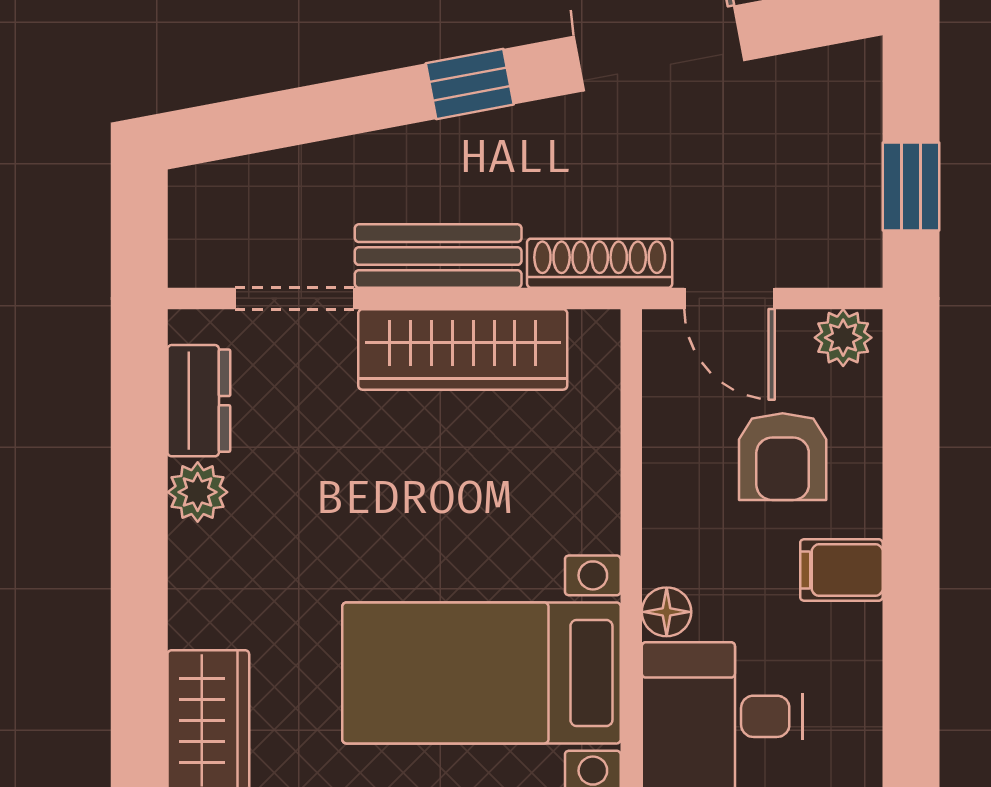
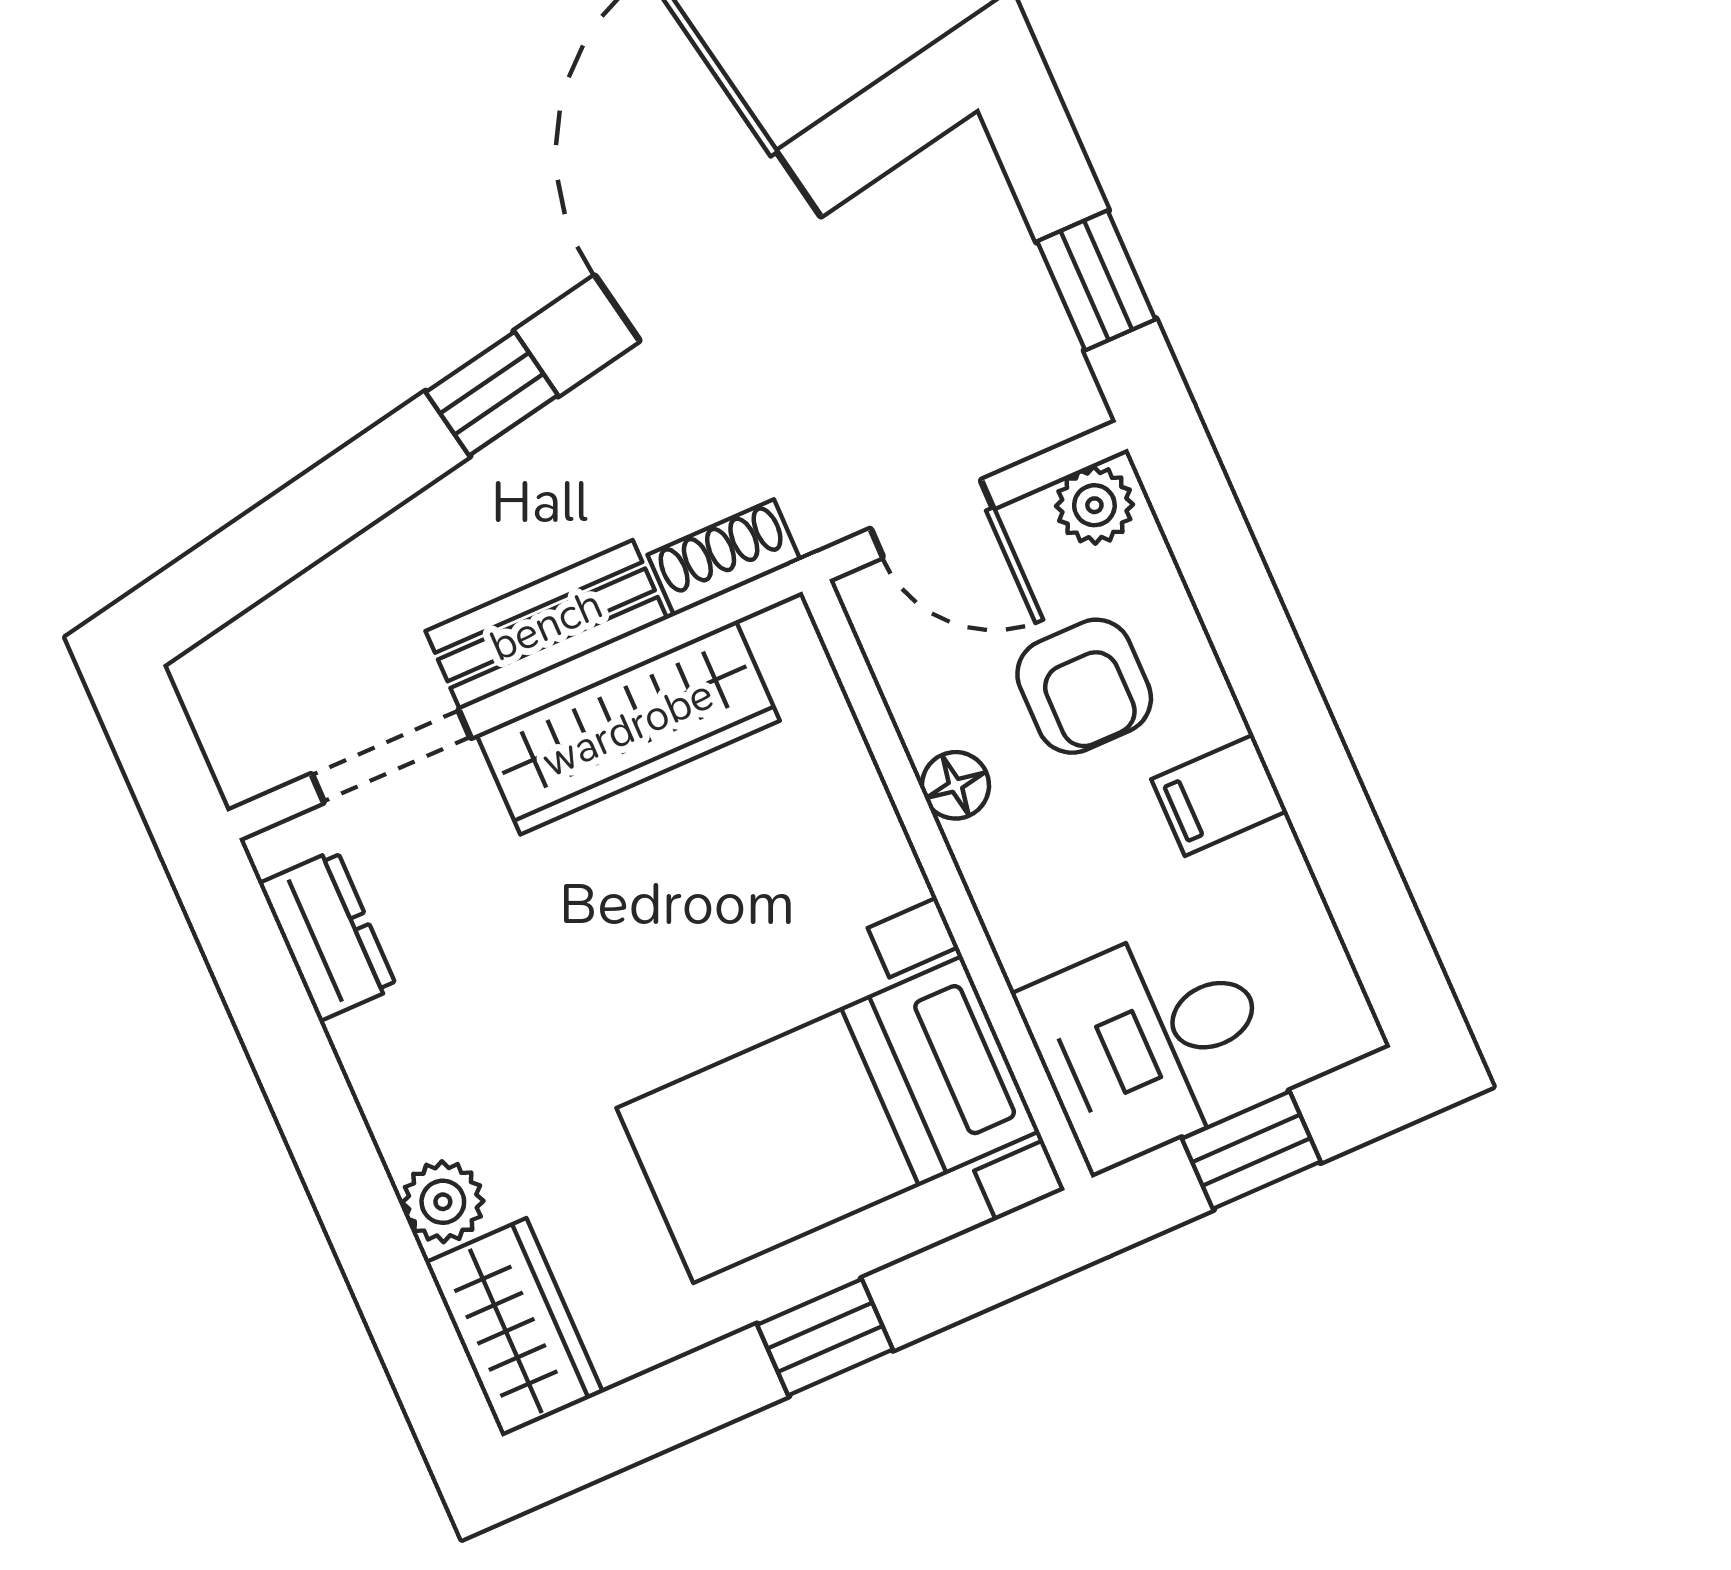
shoe rack: (600, 263) -> (724, 557), width x0.70
plant: (198, 492) -> (443, 1202), moved
floor lamp: (667, 612) -> (956, 785), moved

